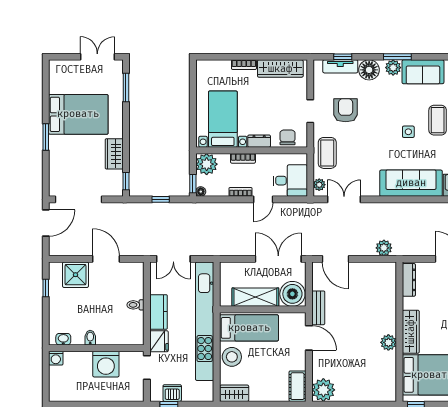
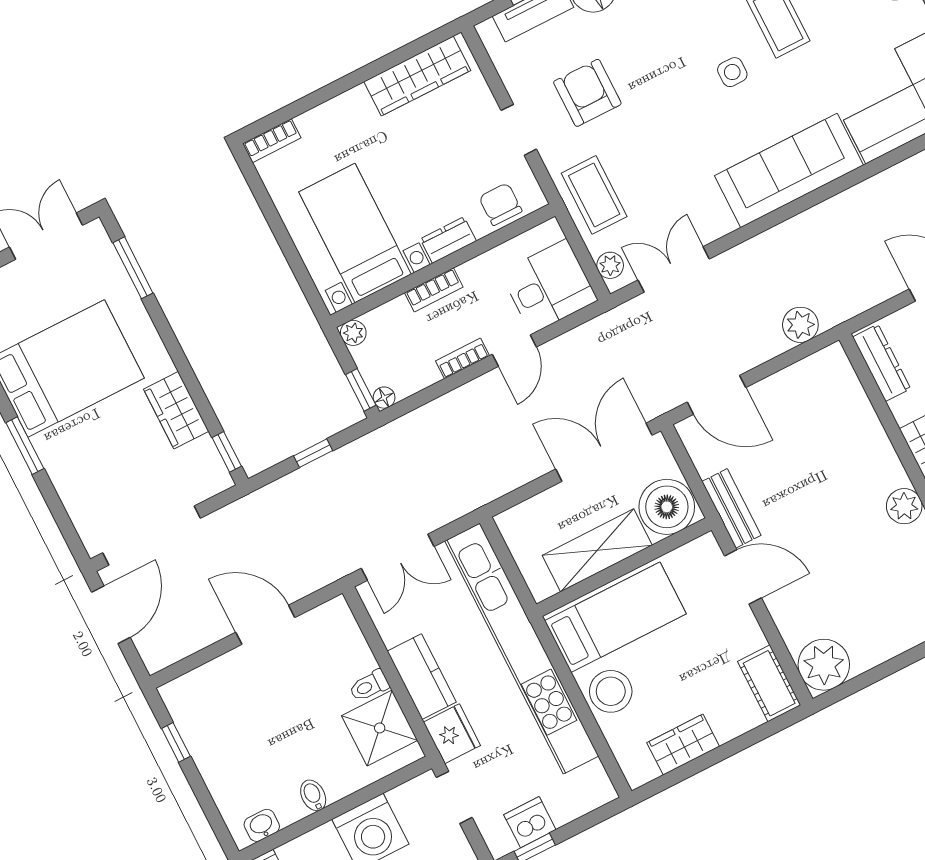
bookcase: (244, 65) -> (272, 141), moved
plant: (207, 164) -> (353, 333), width x0.53, depth x0.53
shower: (75, 275) -> (380, 728), moved
wardrobe: (234, 393) -> (683, 745), moved

